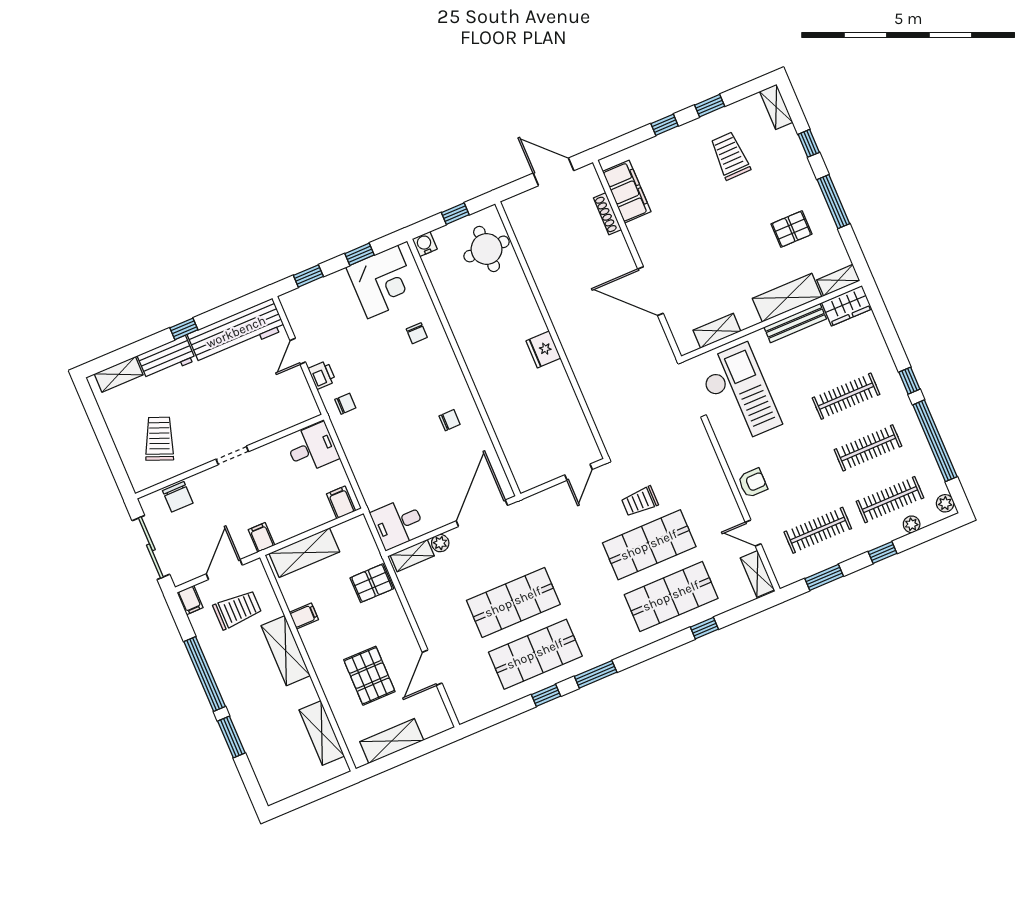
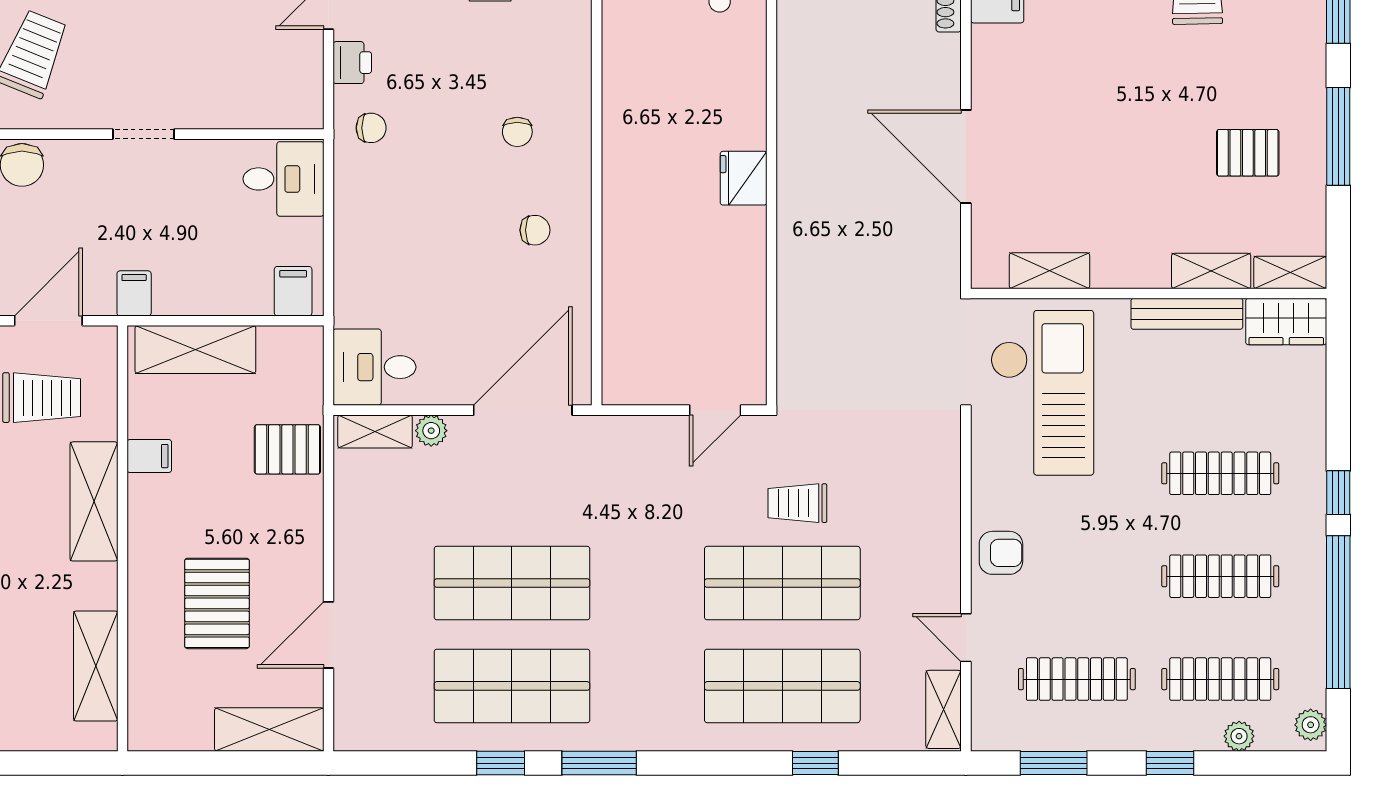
shelving: (787, 298) -> (1211, 271), width x0.67, depth x0.75
chair: (417, 333) -> (517, 132), moved
shelving: (392, 741) -> (269, 730), moved

